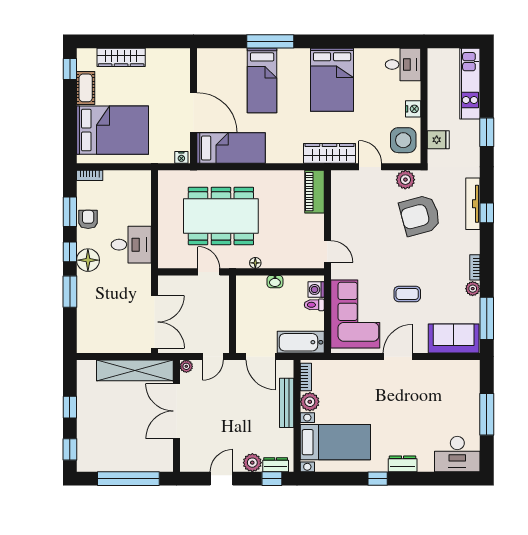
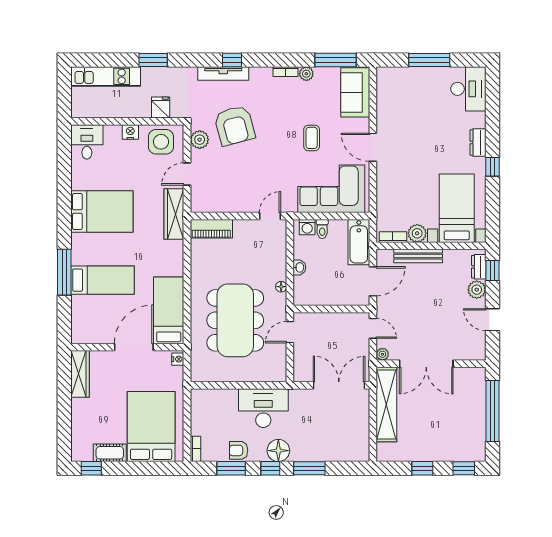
wardrobe: (121, 57) -> (80, 374), moved
desk: (131, 245) -> (263, 408), width x1.37

